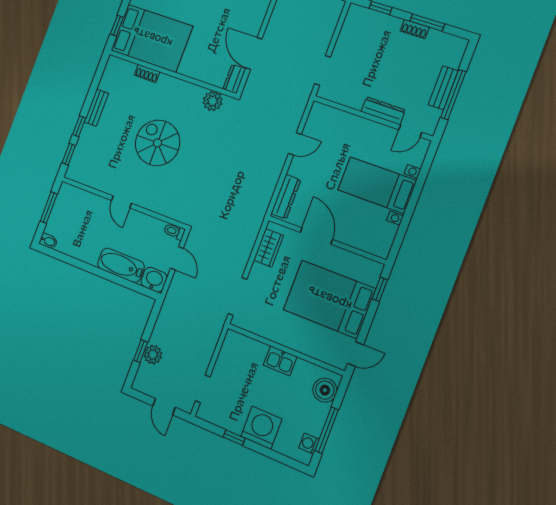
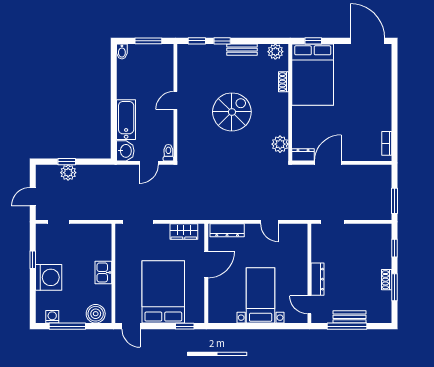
plant: (112, 71) -> (275, 52), added

